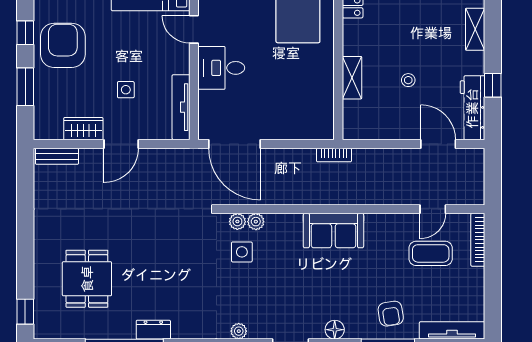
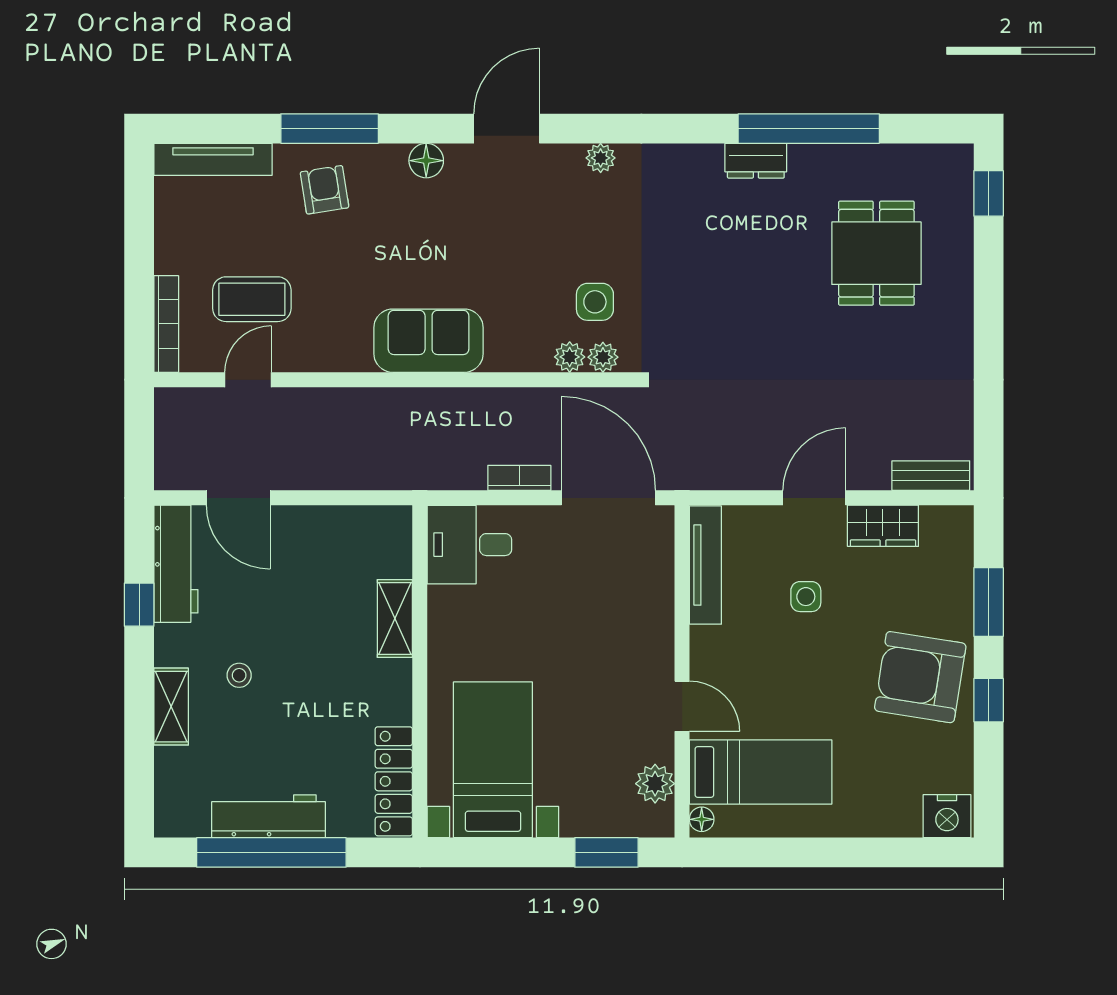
armchair: (63, 45) -> (920, 677), turned 99
desk: (221, 68) -> (469, 545), moved, turned 180
stool: (408, 80) -> (239, 675), moved
bookcase: (334, 155) -> (519, 478), moved

